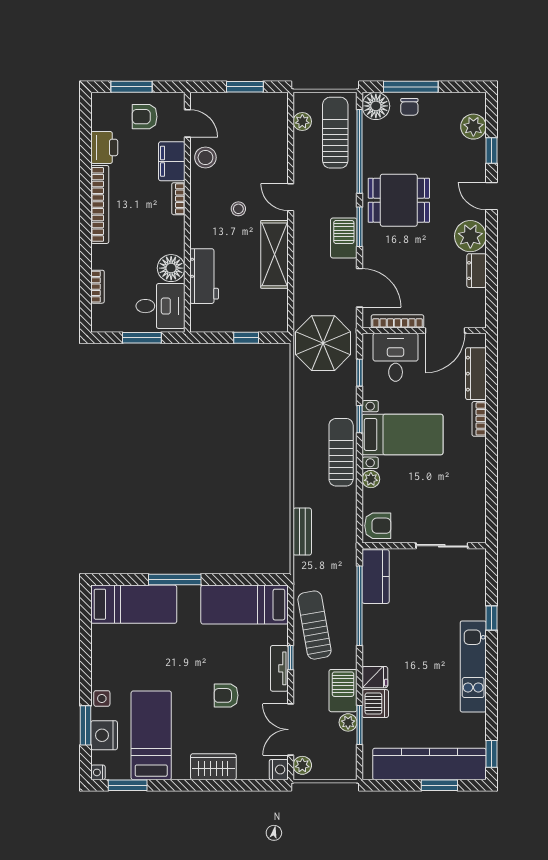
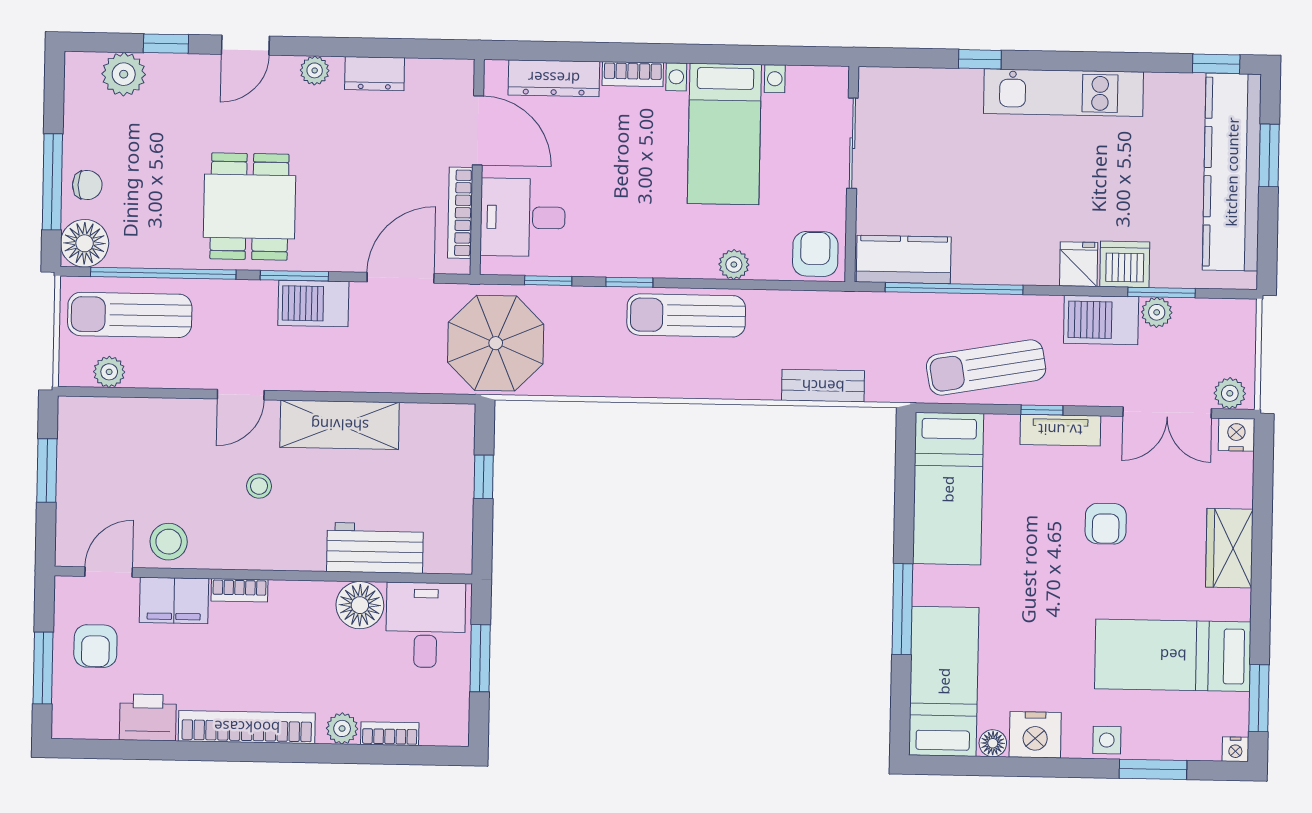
plant: (470, 236) -> (315, 70), width x0.53, depth x0.53
plant: (100, 259) -> (342, 728), added
bed with nightstands: (402, 434) -> (724, 134), moved, turned 180
floor lamp: (99, 633) -> (993, 743), added
nightstand: (104, 735) -> (1035, 735), moved

